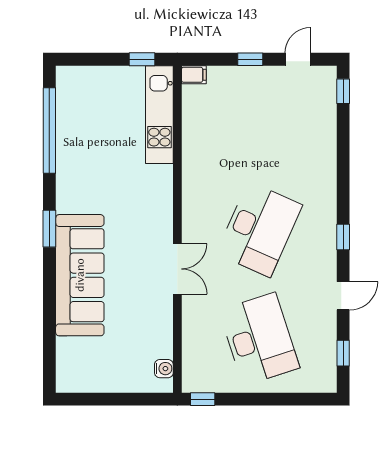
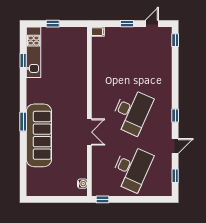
window: (142, 59) -> (53, 24), moved
kitchen unit: (159, 115) -> (34, 52), moved, turned 180
window: (49, 130) -> (23, 60), width x0.32
window: (49, 229) -> (23, 122), moved
desk: (259, 339) -> (132, 168), turned 42

